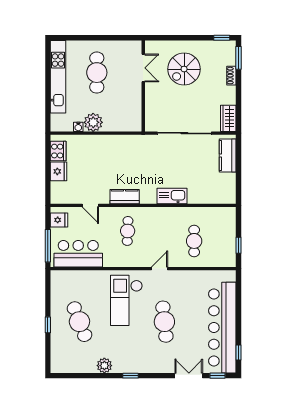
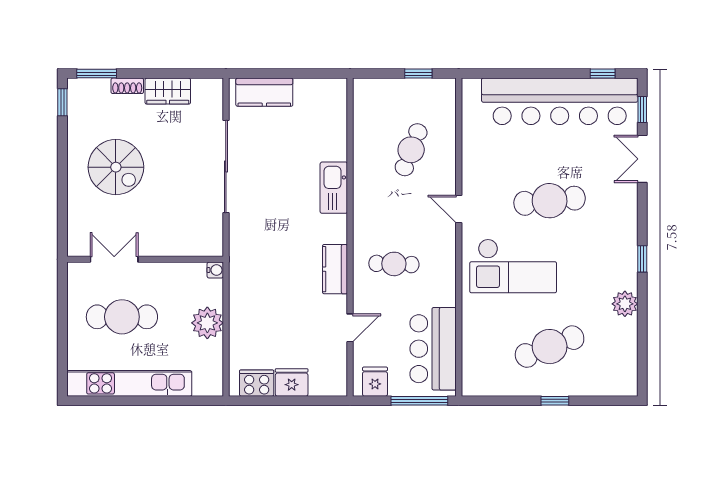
double door: (143, 68) -> (114, 259), moved
wall: (143, 86) -> (145, 259), moved
wardrobe: (228, 118) -> (168, 91), moved
water cooler: (78, 127) -> (215, 270), moved
cafe table: (194, 241) -> (411, 150), turned -69

